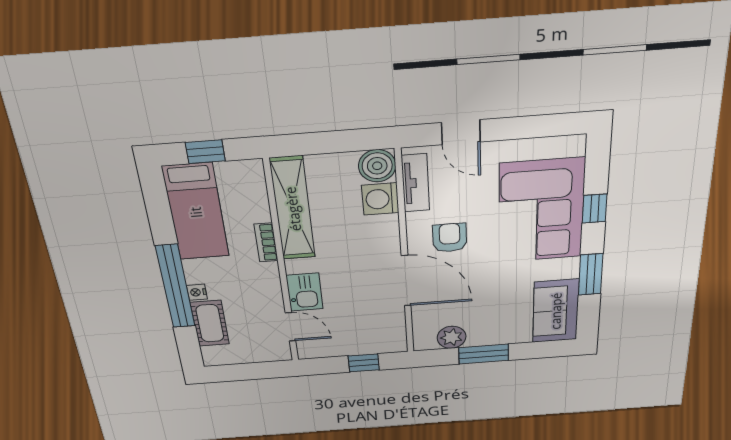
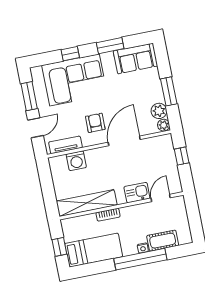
window: (529, 127) -> (29, 96), added
boiler: (377, 166) -> (58, 165), removed
armchair: (450, 238) -> (95, 123), turned 90
plant: (424, 342) -> (164, 125), added

